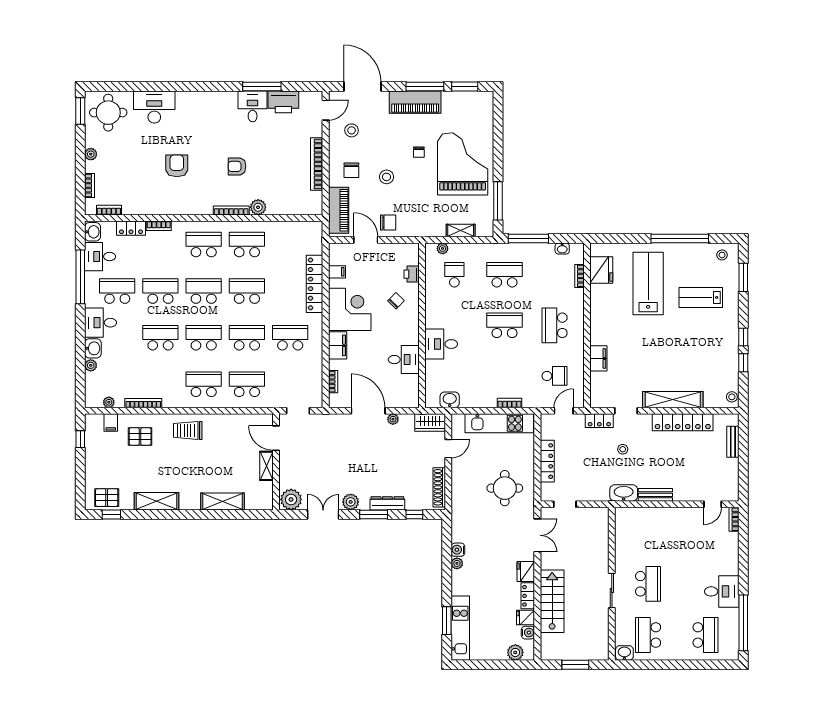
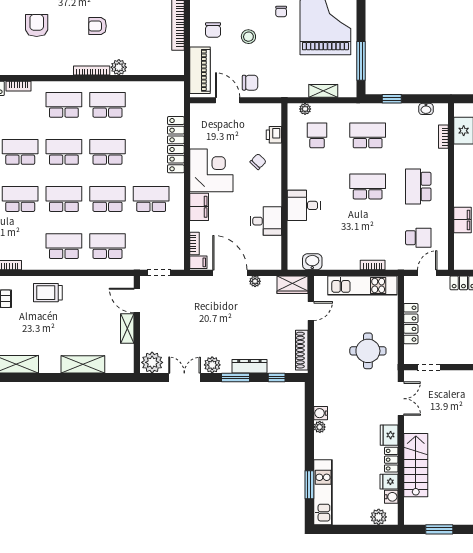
window: (528, 238) -> (392, 99), width x0.46
filing cabinet: (337, 272) -> (198, 262), moved

